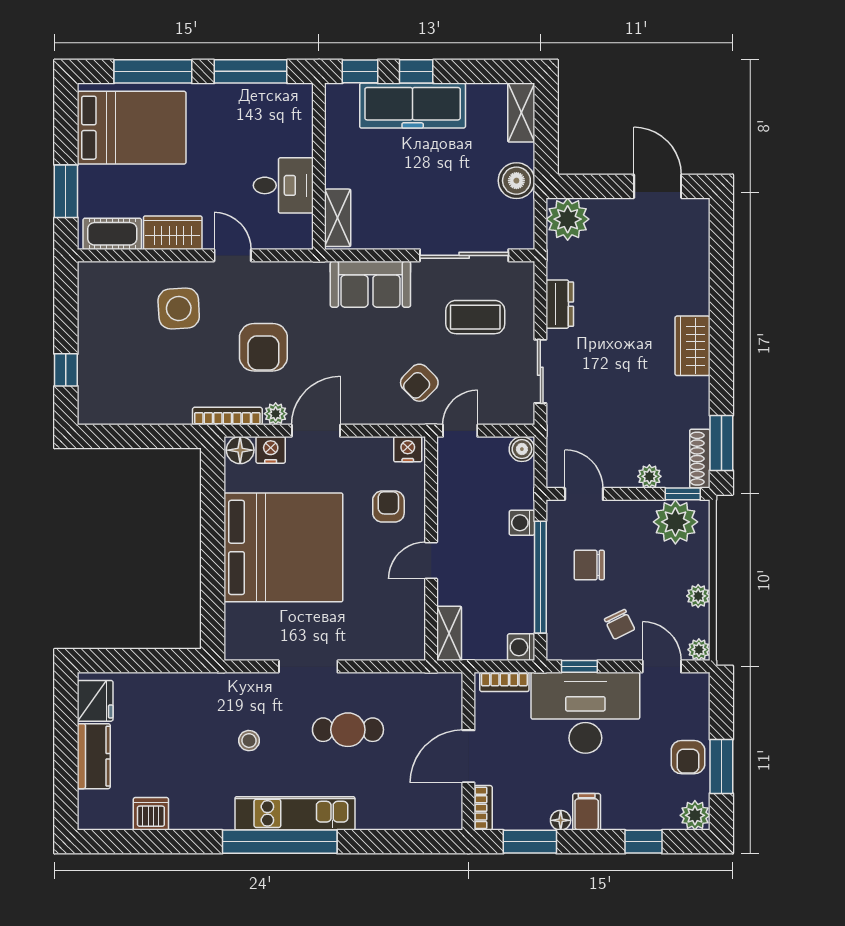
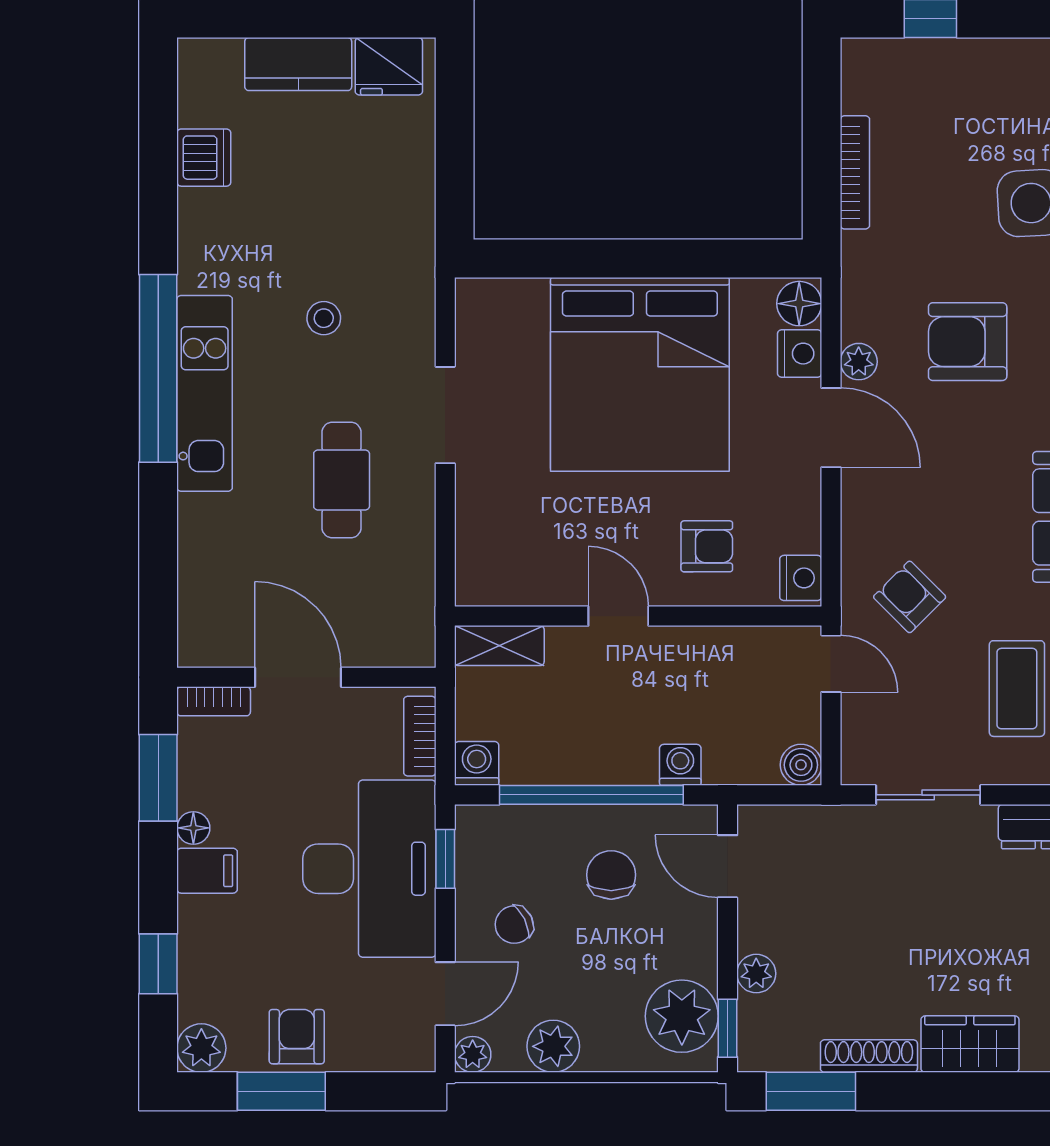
bookcase: (227, 416) -> (855, 172), moved
shoe rack: (700, 459) -> (869, 1056), moved
door: (584, 494) -> (727, 866), swing flipped
plant: (698, 596) -> (553, 1046), width x1.38, depth x1.38
armchair: (688, 757) -> (297, 1037), turned 90

